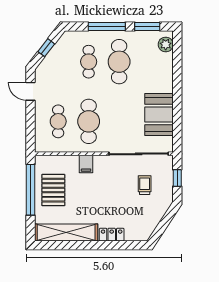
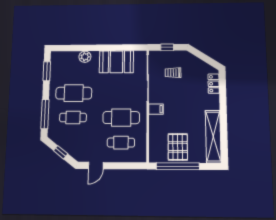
window: (107, 26) -> (45, 114), moved
plant: (166, 44) -> (85, 57), moved
filing cabinet: (86, 164) -> (156, 109), moved
pallet: (53, 190) -> (178, 147), turned 90
locker: (112, 235) -> (214, 84), moved

